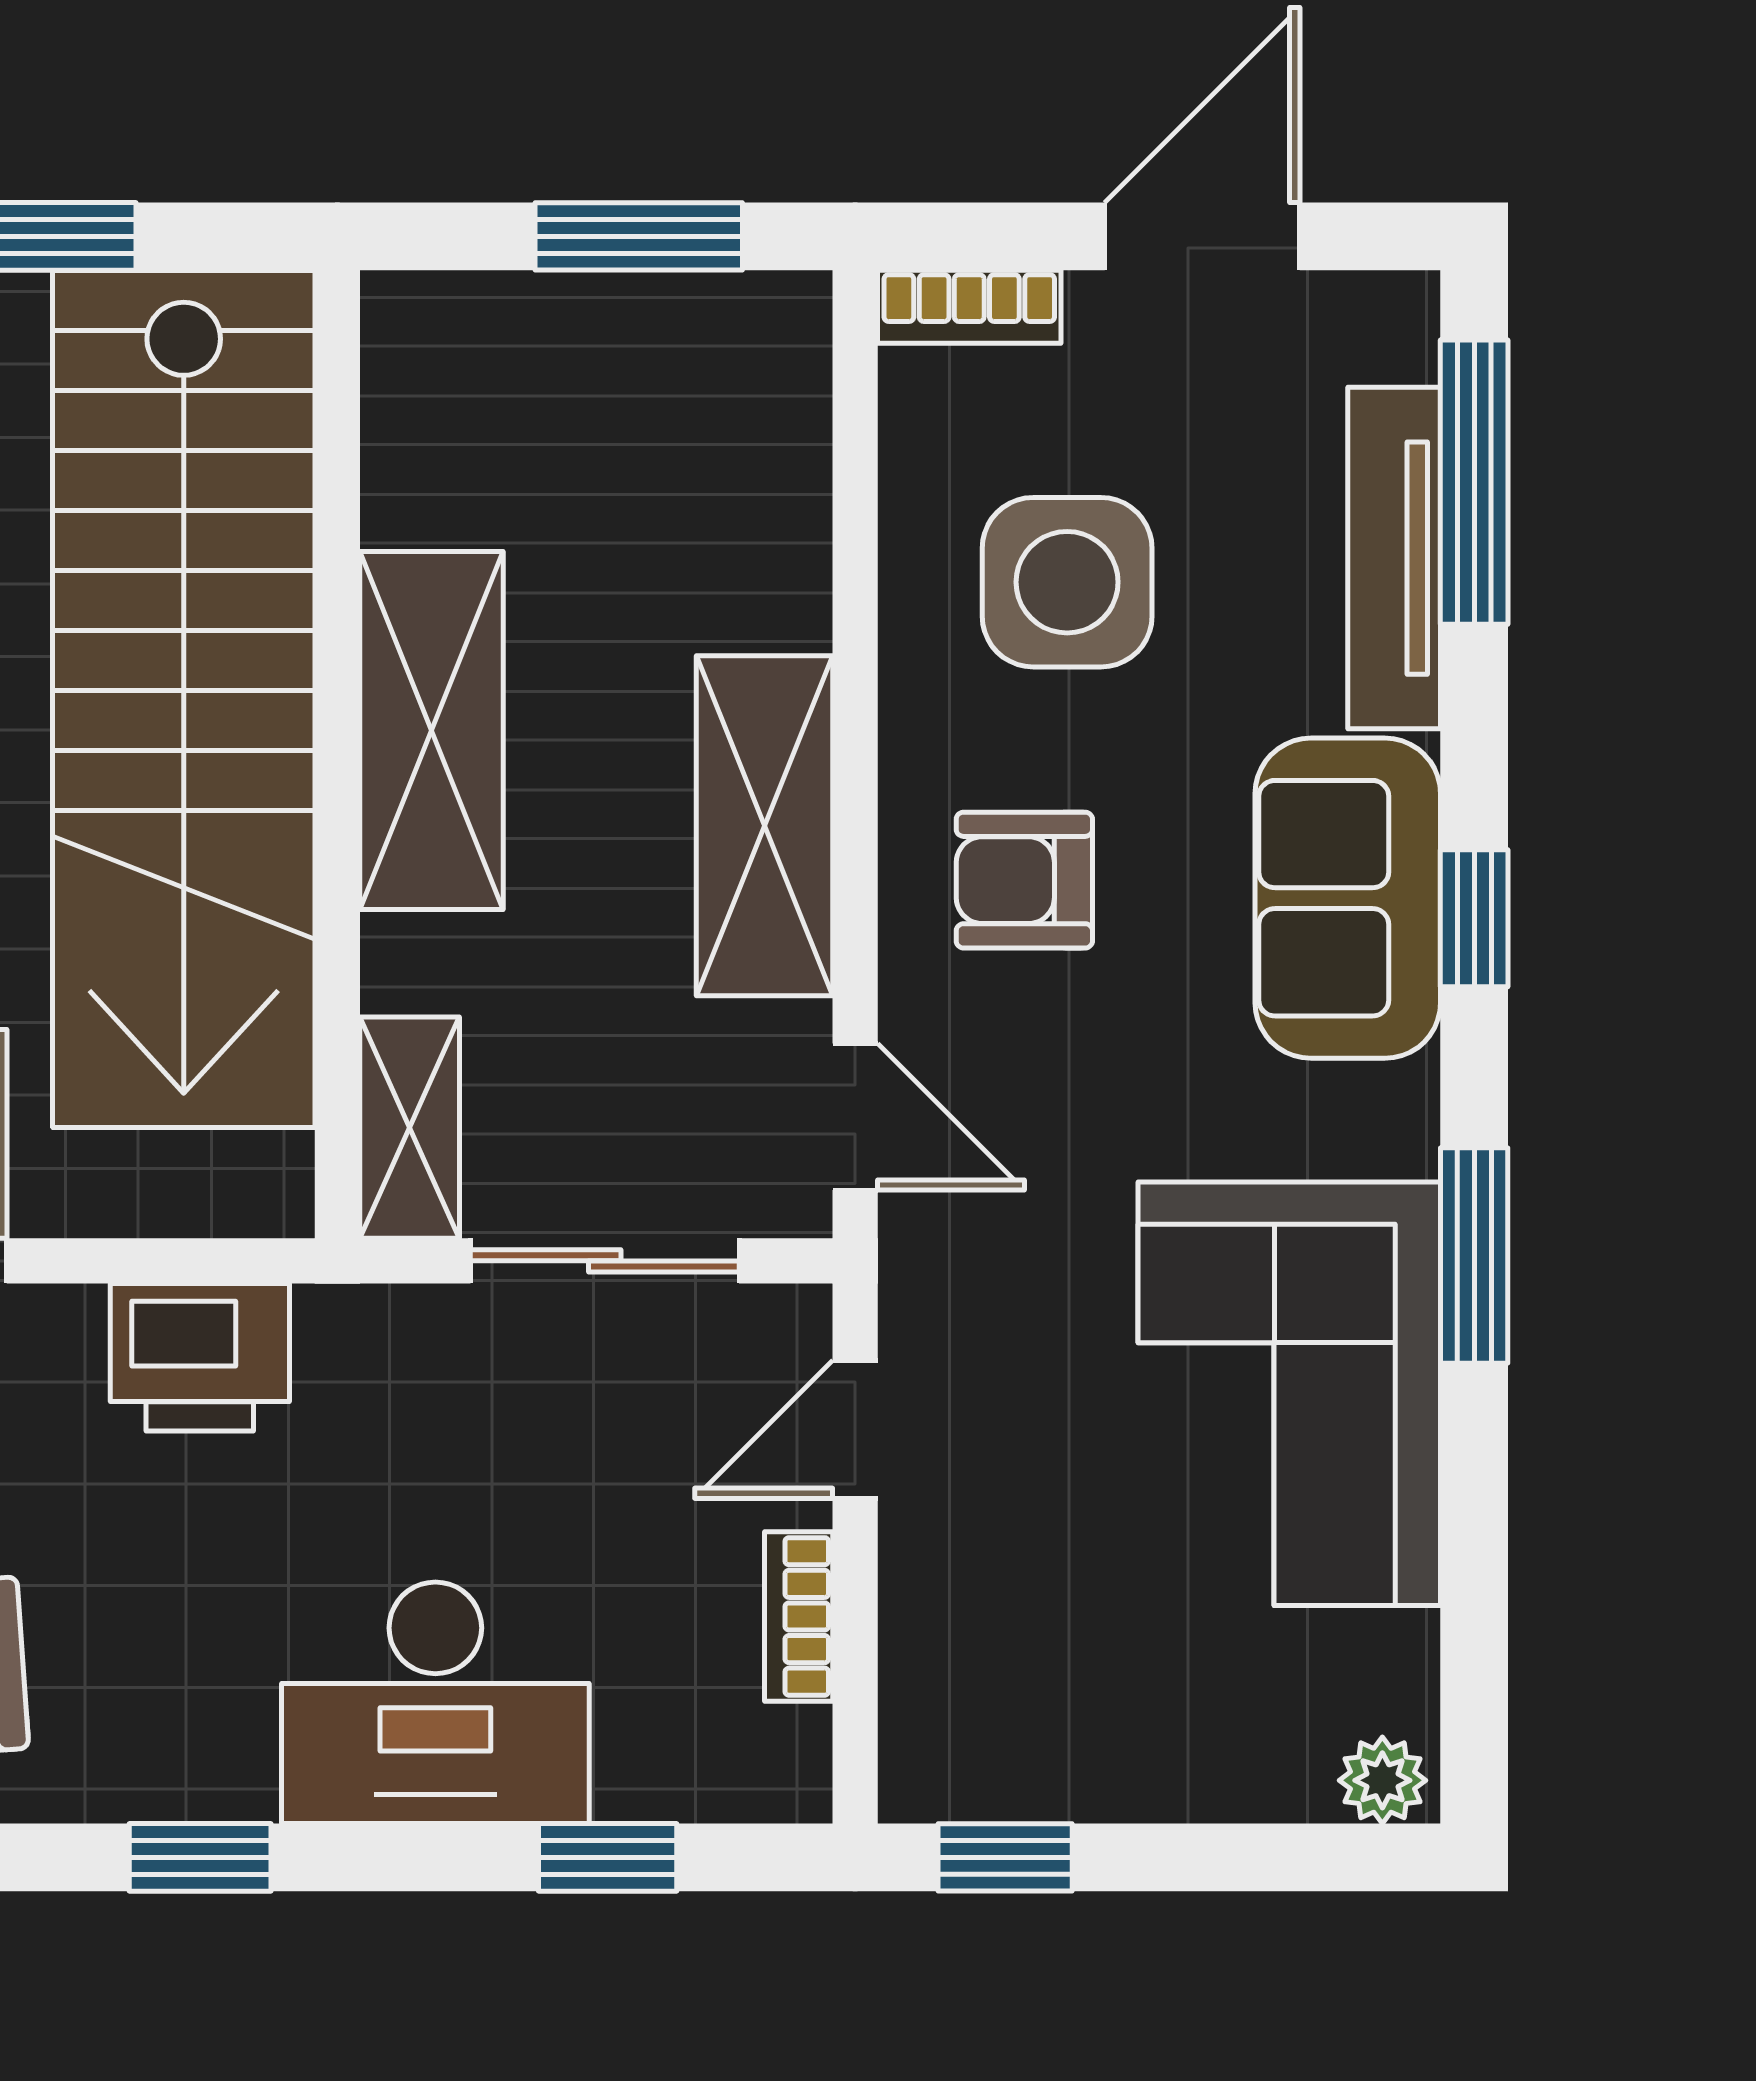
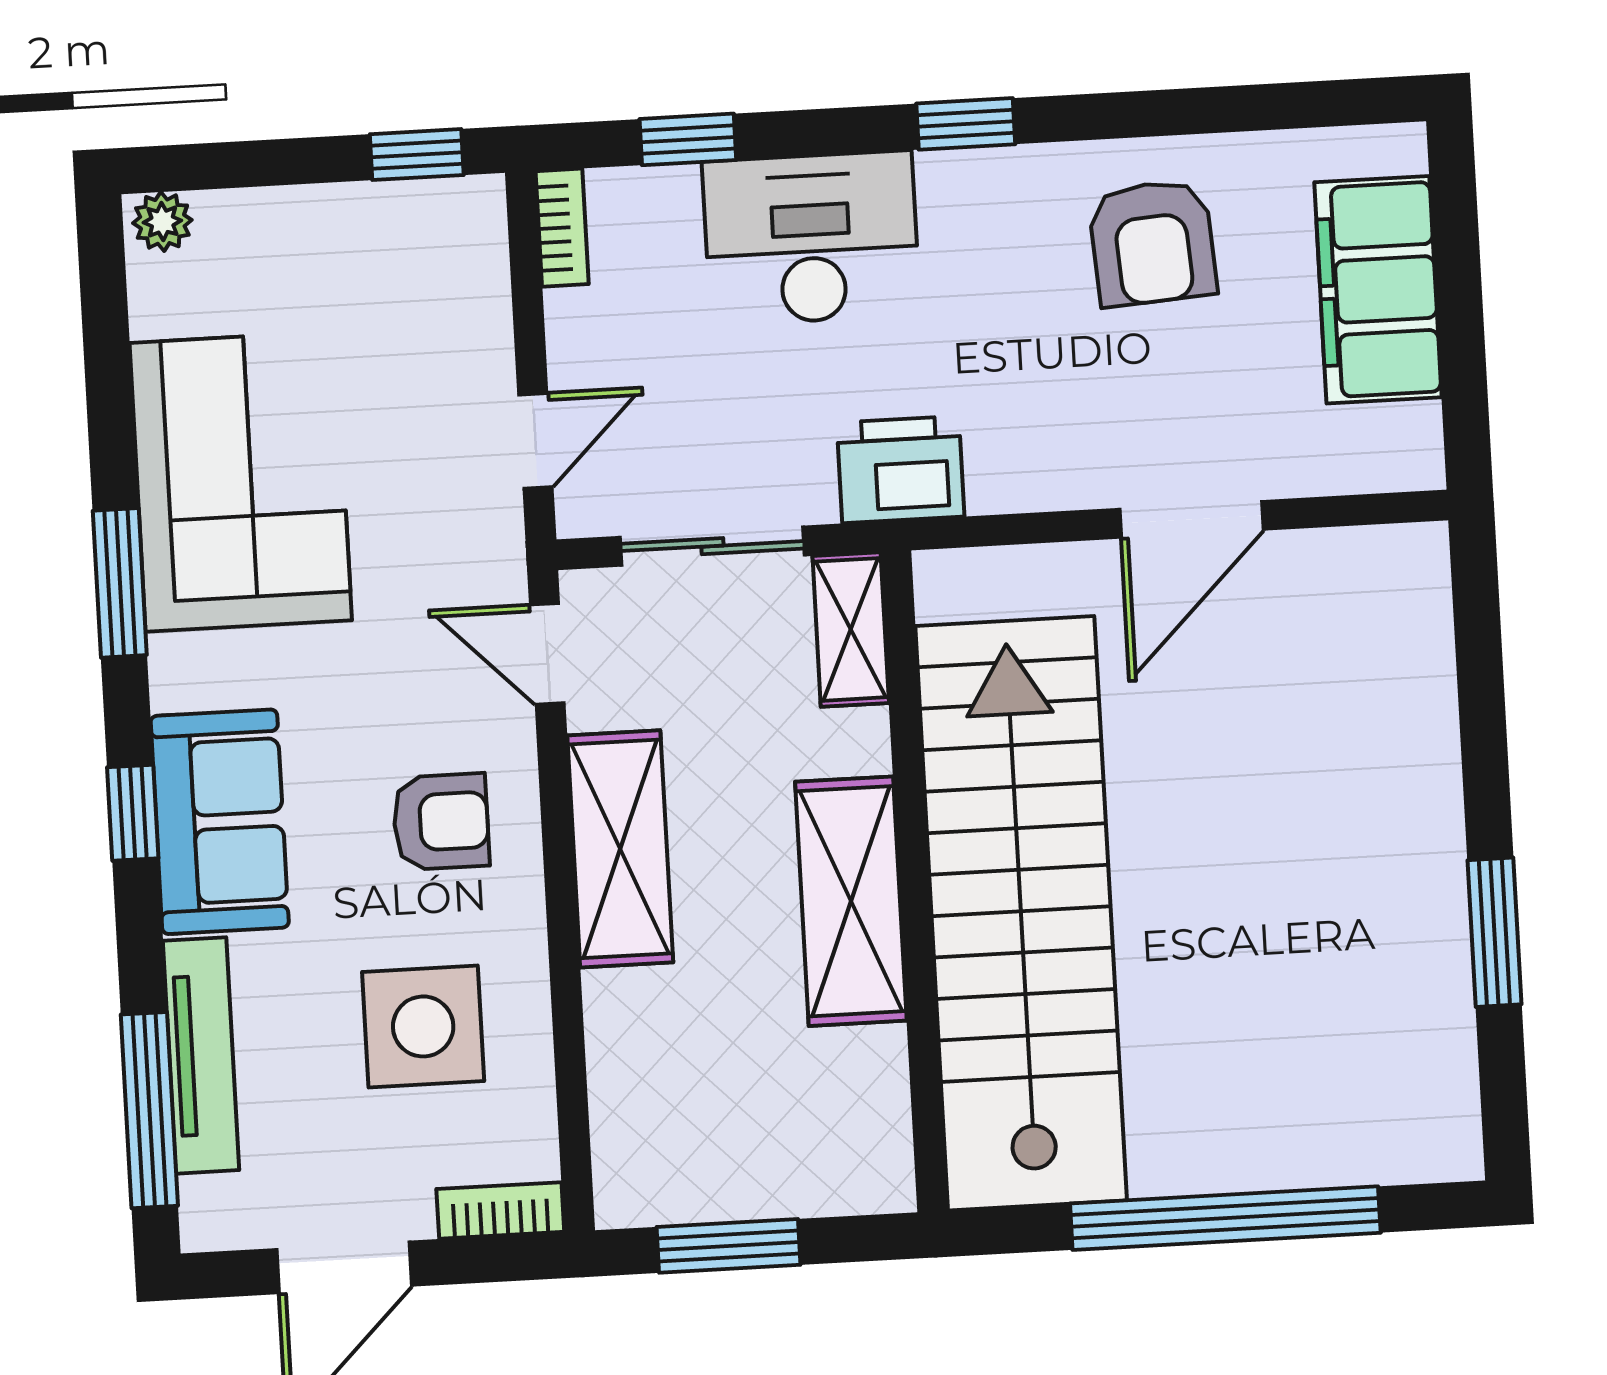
printer: (200, 1357) -> (901, 470), moved
bookcase: (799, 1616) -> (562, 228), moved

